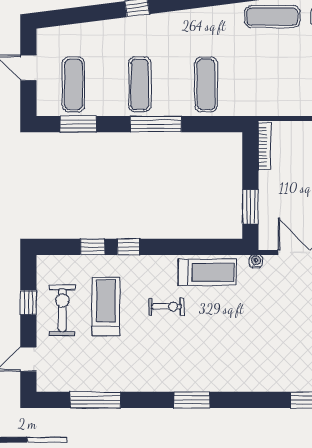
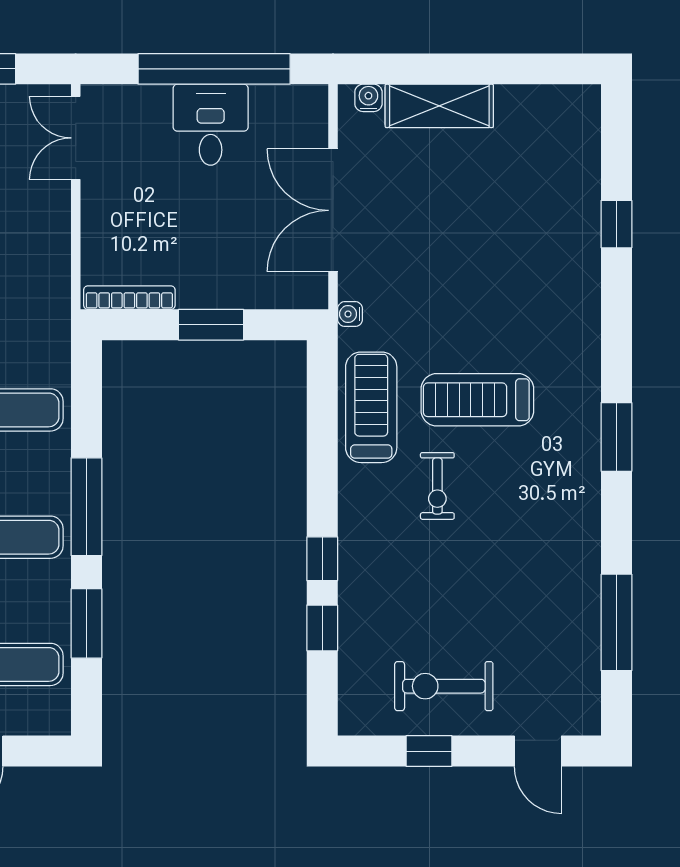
window: (78, 124) -> (86, 623), moved
window: (250, 207) -> (211, 325), moved
treadmill: (106, 307) -> (477, 400), moved
exercise bike: (166, 307) -> (437, 486), turned 180

